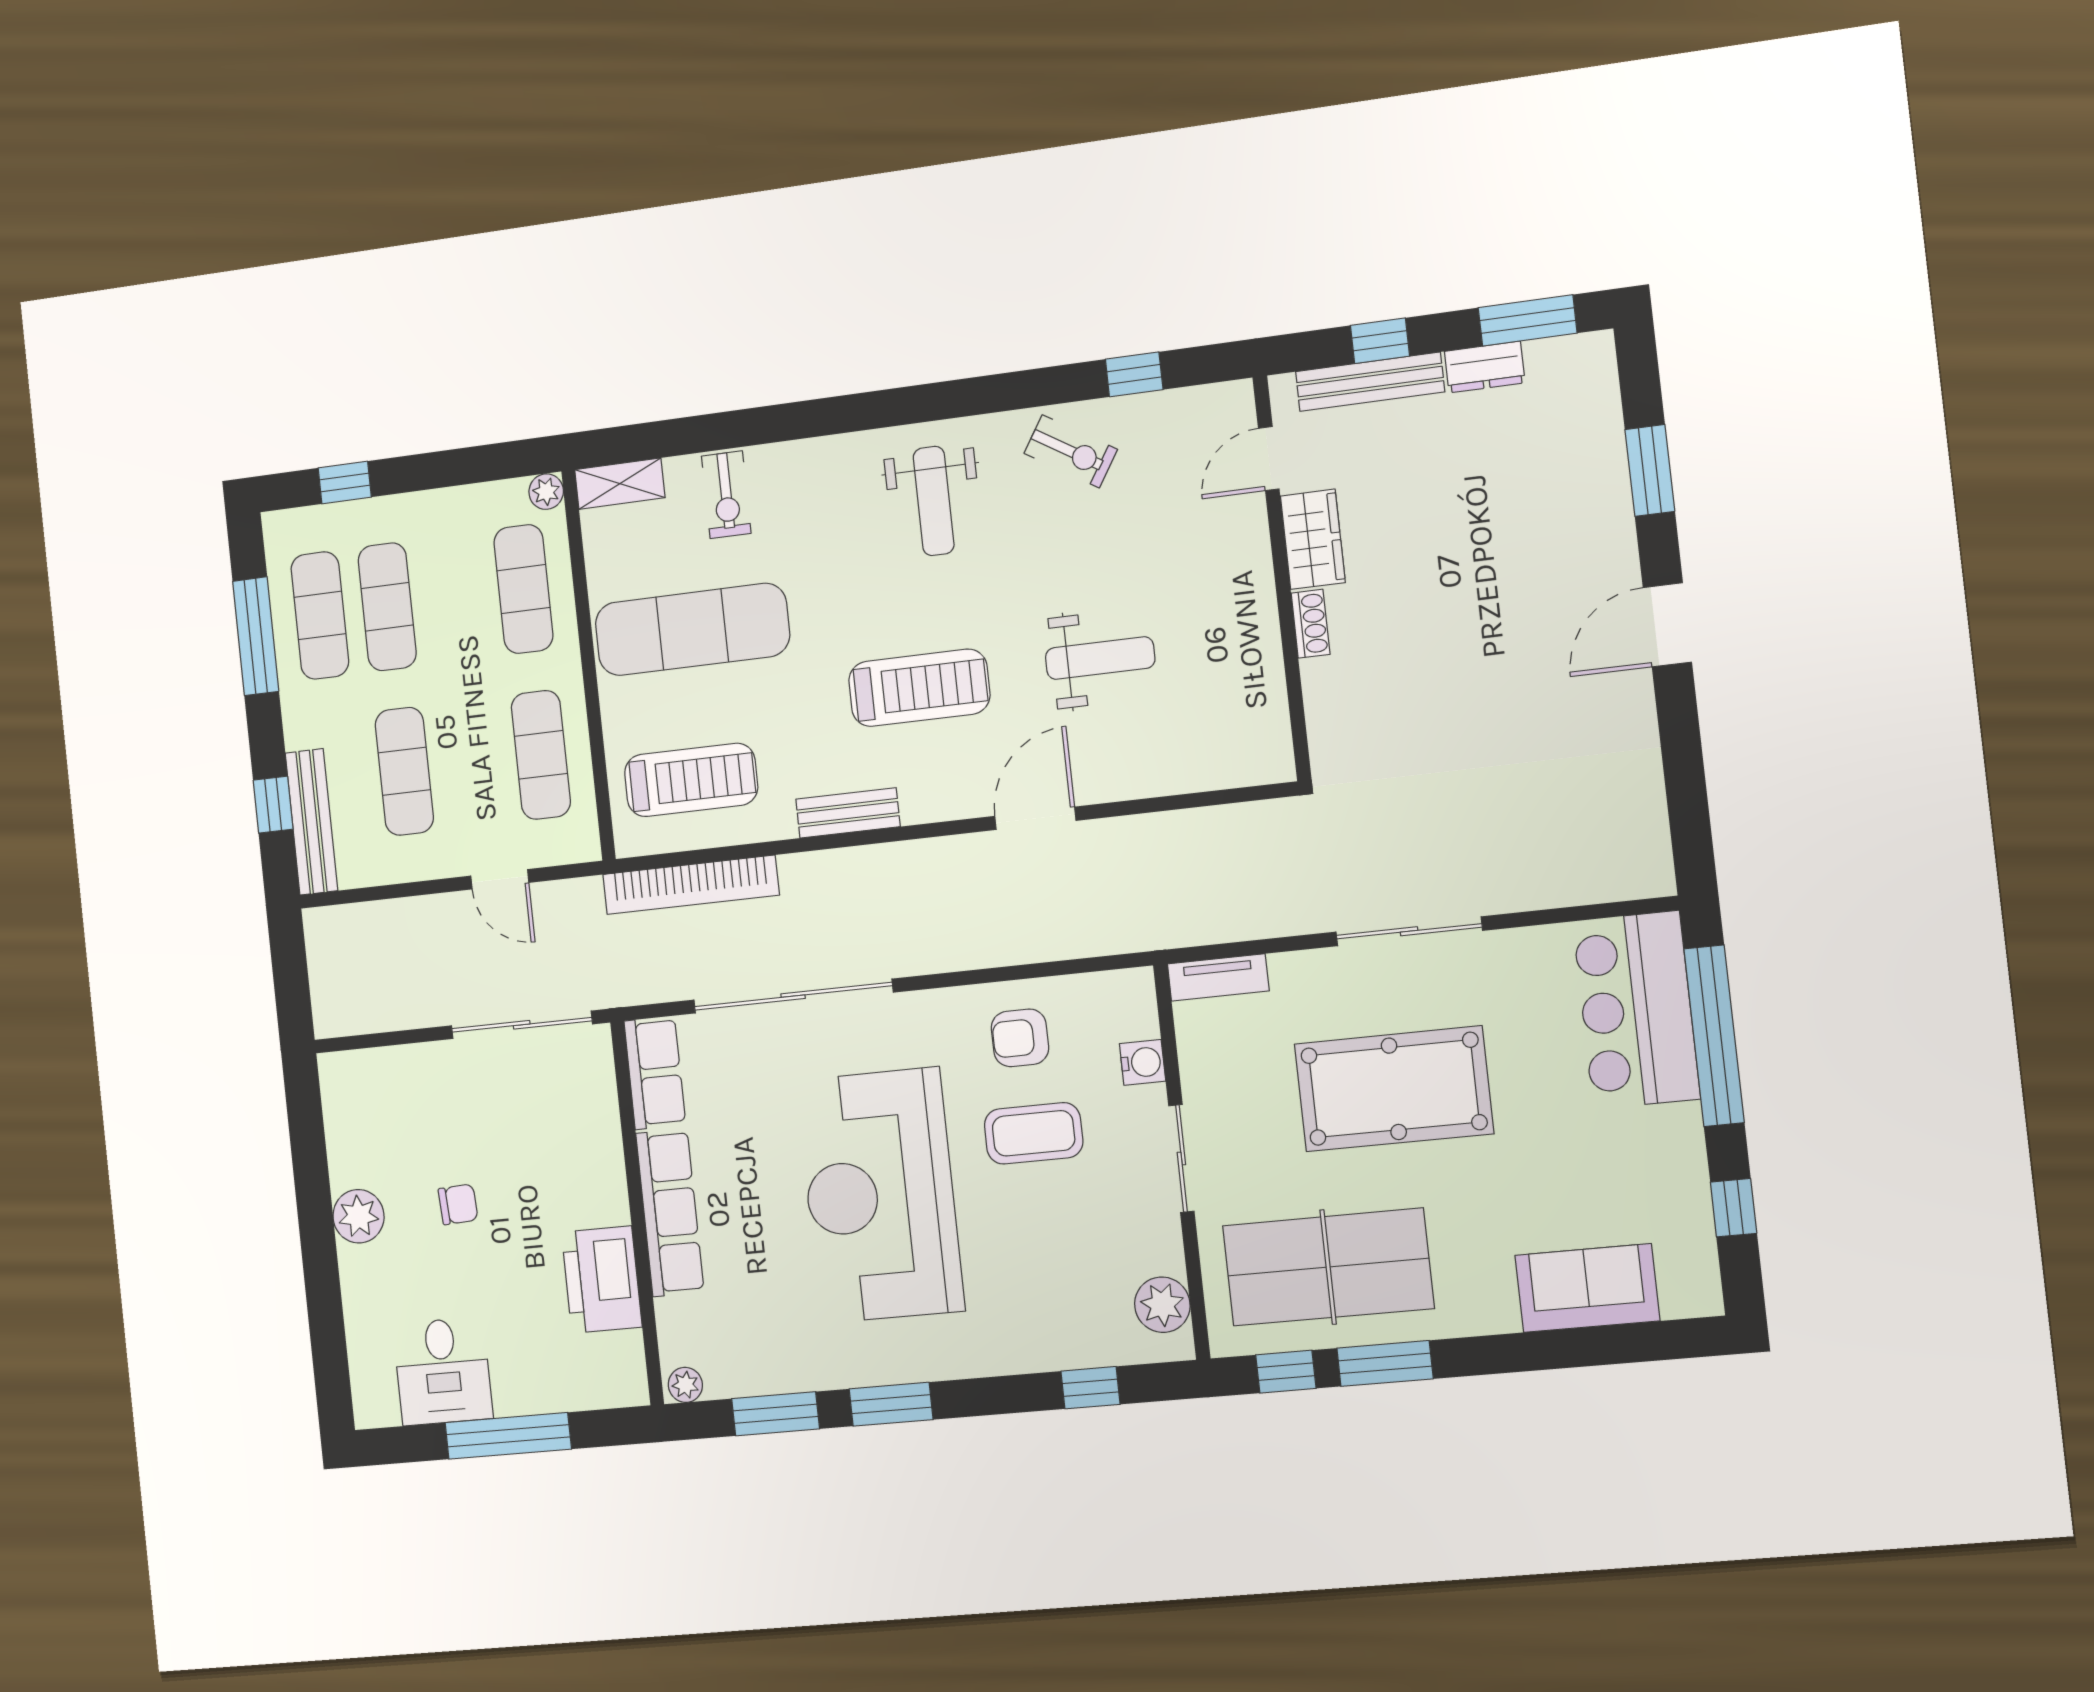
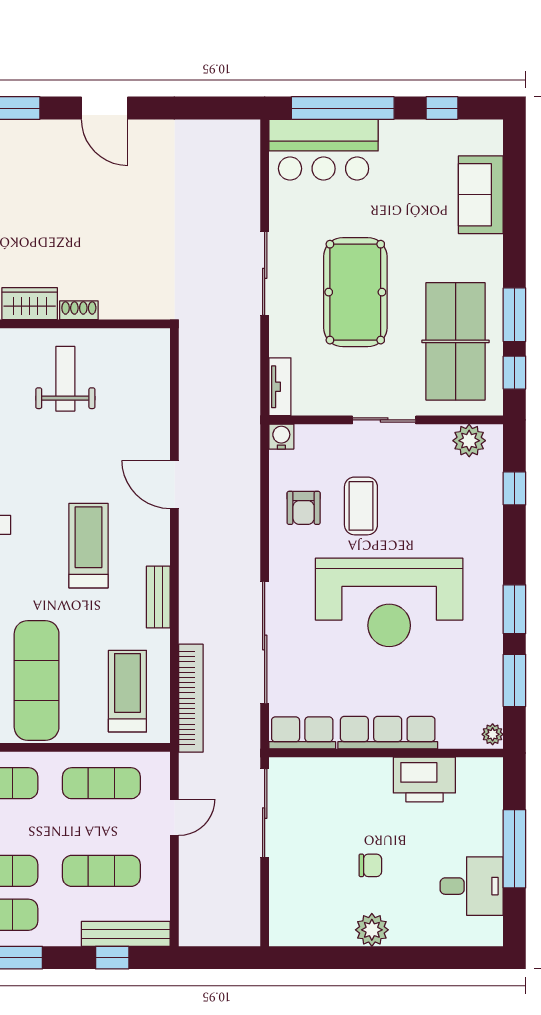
weight bench: (1100, 658) -> (65, 379), moved
water cooler: (1143, 1062) -> (281, 437), moved
chair: (458, 1204) -> (370, 865), turned 93

